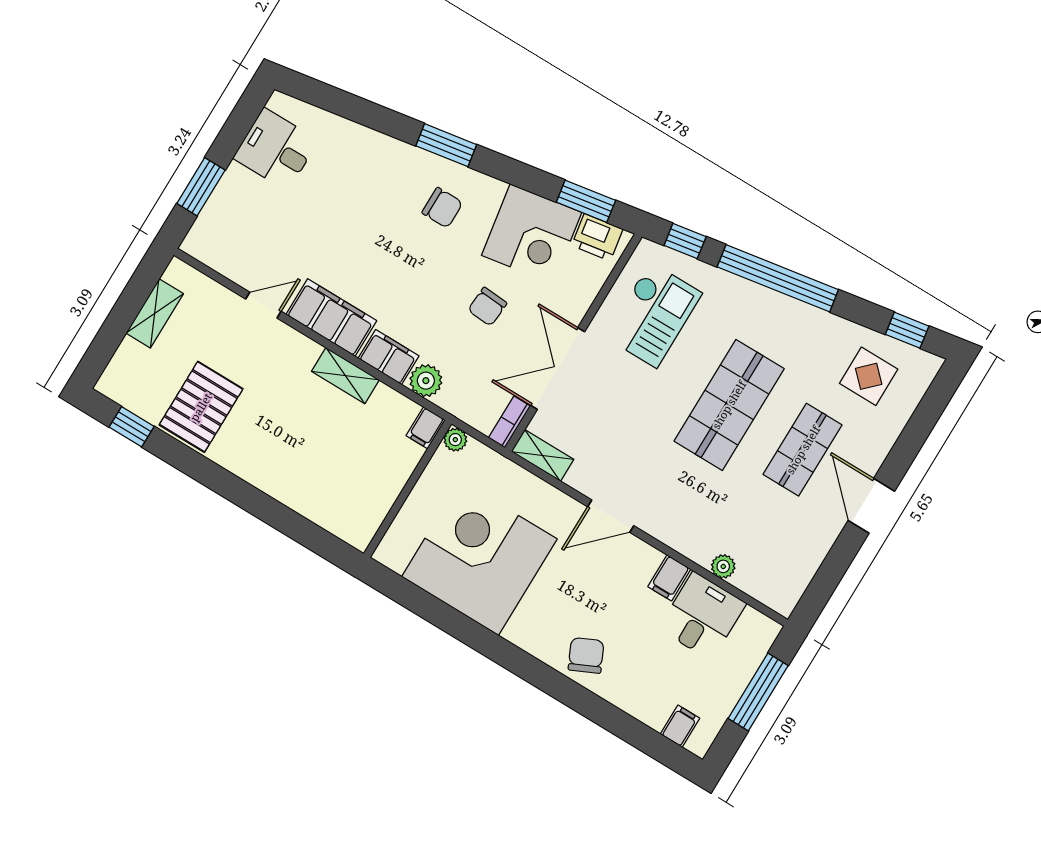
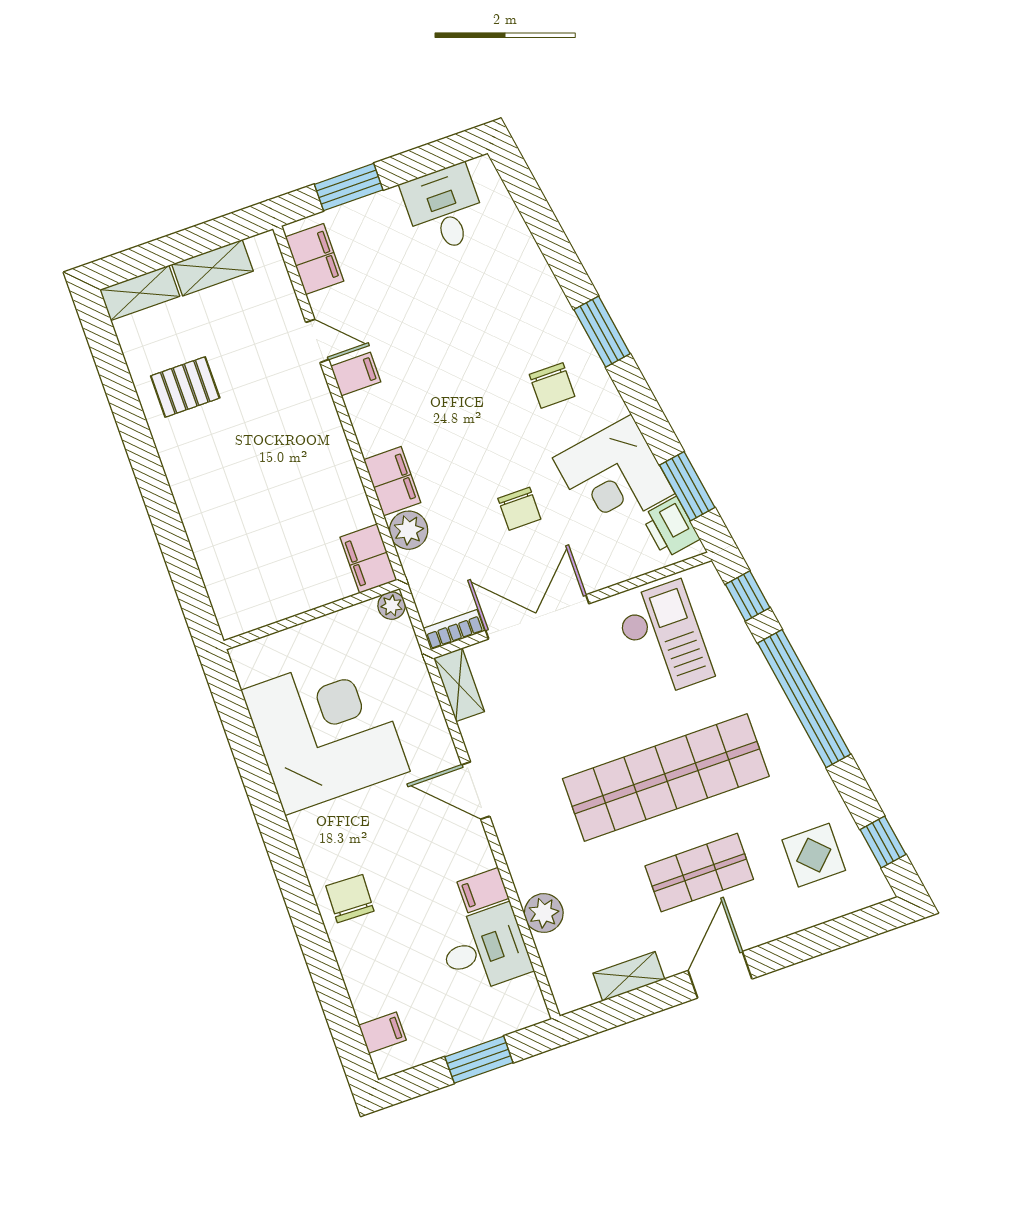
filing cabinet: (217, 253) -> (315, 259), added
chair: (487, 307) -> (519, 509), turned -94
checkout: (653, 315) -> (664, 639), turned -90
filing cabinet: (331, 318) -> (356, 374), width x0.33, depth x0.86
shelving: (345, 376) -> (140, 293), moved, turned 90
shop shelf: (729, 405) -> (666, 778), width x1.40
pallet: (201, 407) -> (185, 387), width x0.67, depth x0.71
window: (132, 427) -> (107, 354), removed
filing cabinet: (426, 428) -> (368, 559), width x2.00
shelving: (812, 556) -> (629, 976), added
plant: (723, 566) -> (544, 913), width x1.38, depth x1.38
chair: (586, 655) -> (350, 899), turned -63
window: (758, 692) -> (479, 1060), width x0.69

